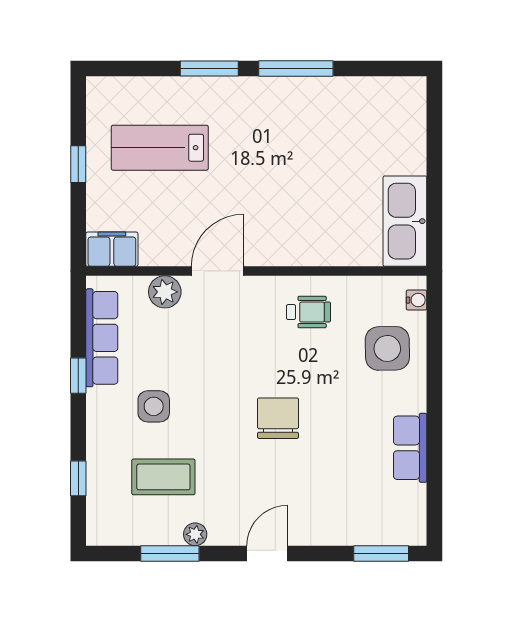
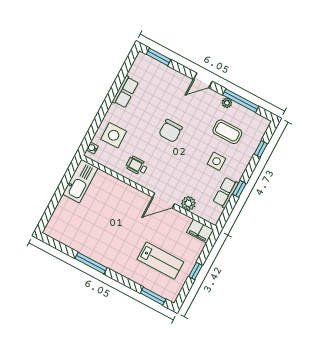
window: (209, 69) -> (153, 296), moved
row of seats: (102, 338) -> (226, 192), width x0.68
window: (170, 553) -> (241, 101), width x1.44

